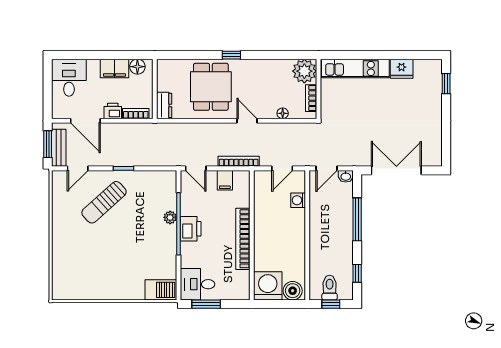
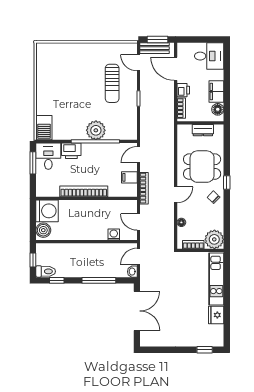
chair: (250, 72) -> (214, 197), added
dresser: (164, 105) -> (203, 130), moved
door: (85, 121) -> (176, 69), hinge flipped
door: (326, 168) -> (139, 257), hinge flipped
sun lounger: (104, 202) -> (112, 83), turned -138
plant: (170, 217) -> (96, 130), width x1.87, depth x1.87
printer: (191, 229) -> (71, 151), moved
toilet: (330, 288) -> (46, 271), moved

